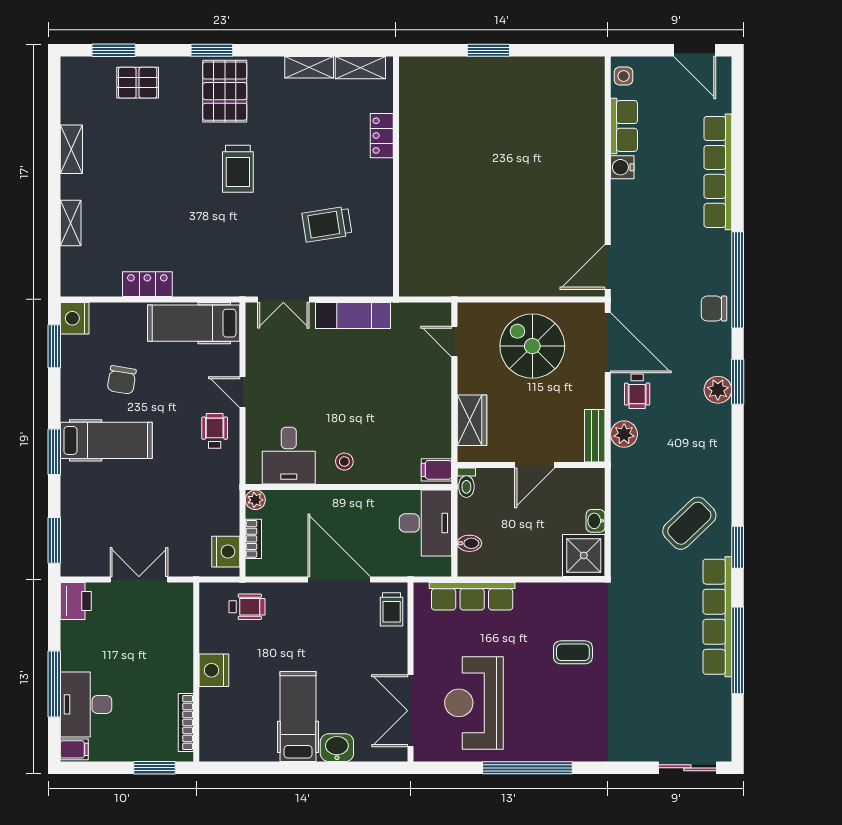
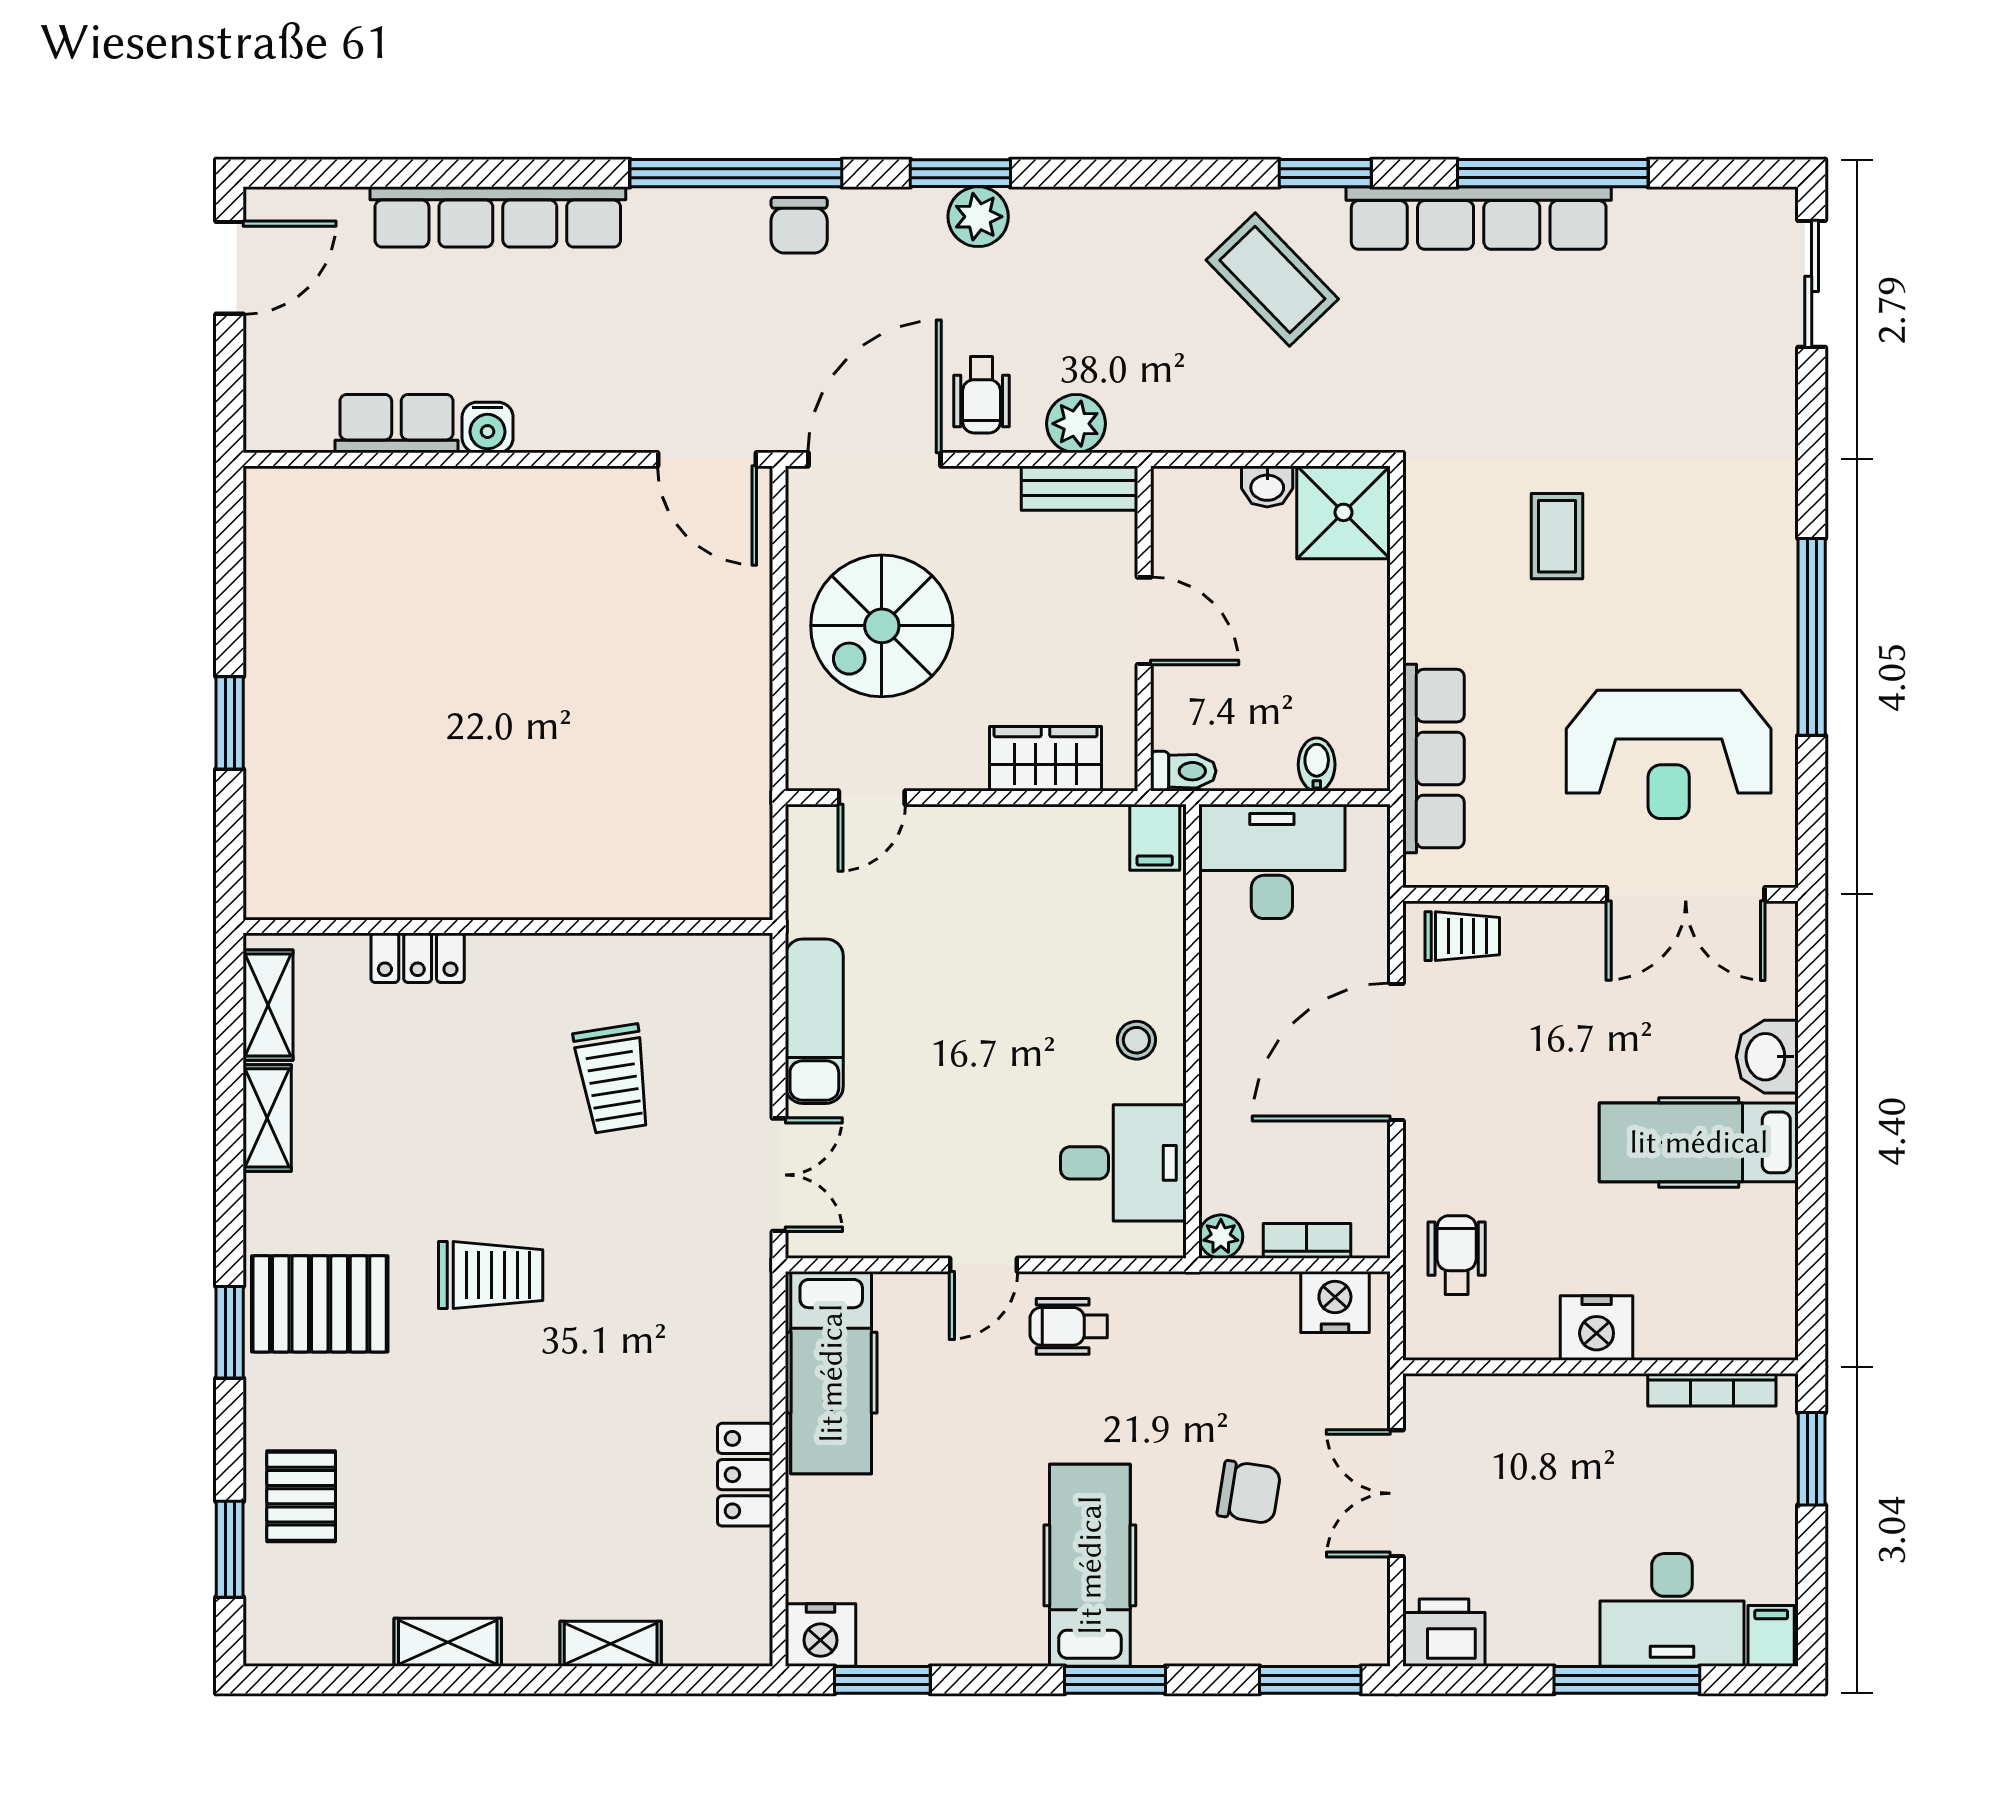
side table: (624, 76) -> (286, 425), removed
chair: (122, 380) -> (1249, 1492), moved
wheelchair: (637, 391) -> (982, 395), turned 90

